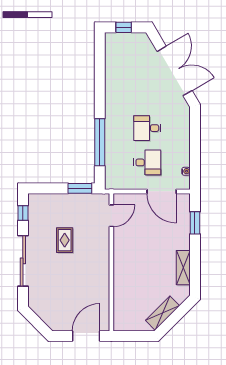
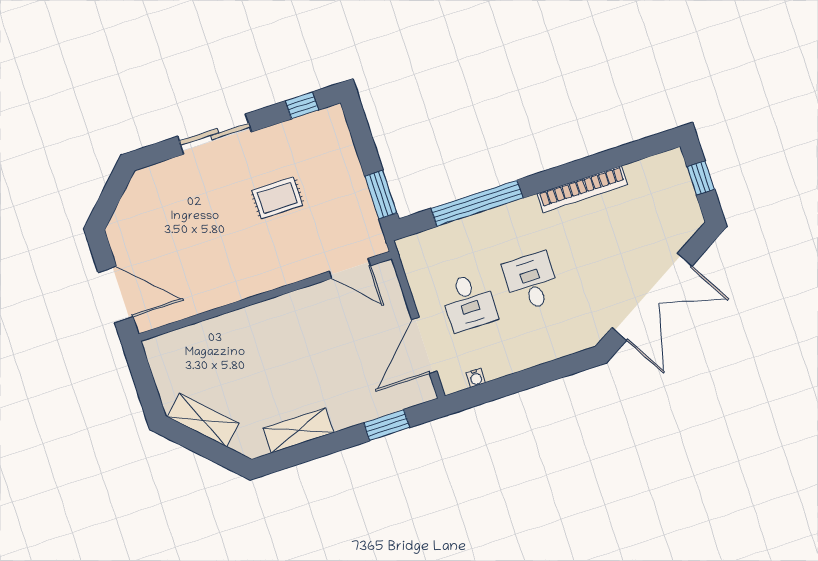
bookcase: (110, 88) -> (582, 189), added
sliding door: (23, 261) -> (215, 134), width x0.73

